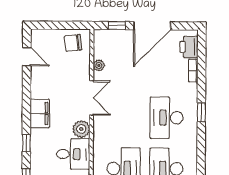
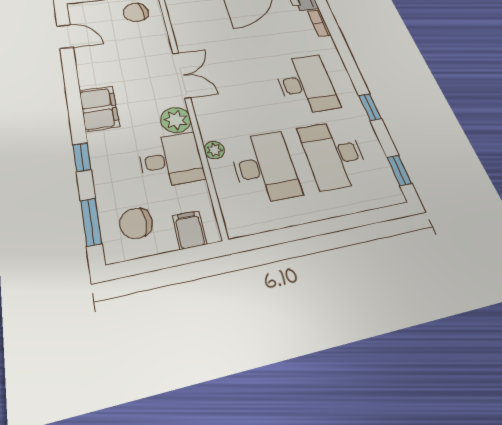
plant: (99, 65) -> (214, 150), moved
window: (201, 112) -> (370, 107), moved
desk: (167, 118) -> (306, 84), turned 180

